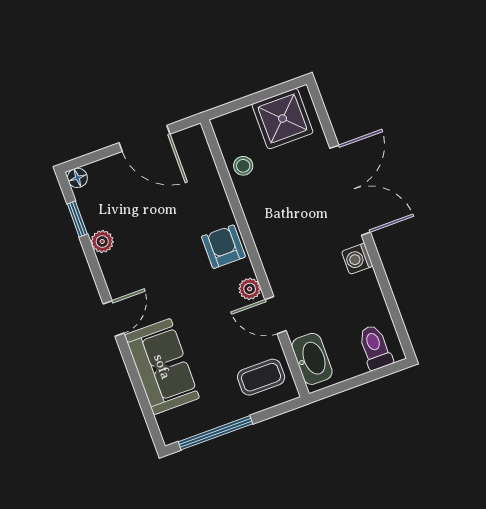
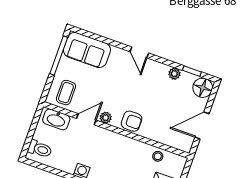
floor lamp: (77, 178) -> (203, 88), width x1.89, depth x1.89
sofa: (162, 367) -> (87, 50), moved

